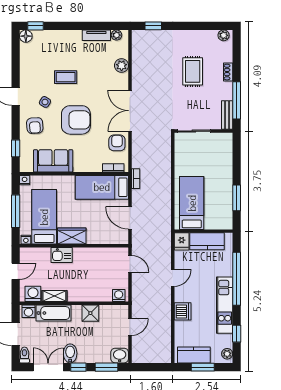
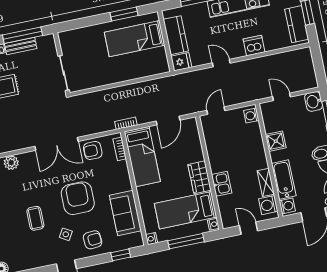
bench: (227, 115) -> (21, 46), moved
bed: (192, 203) -> (135, 39), moved

